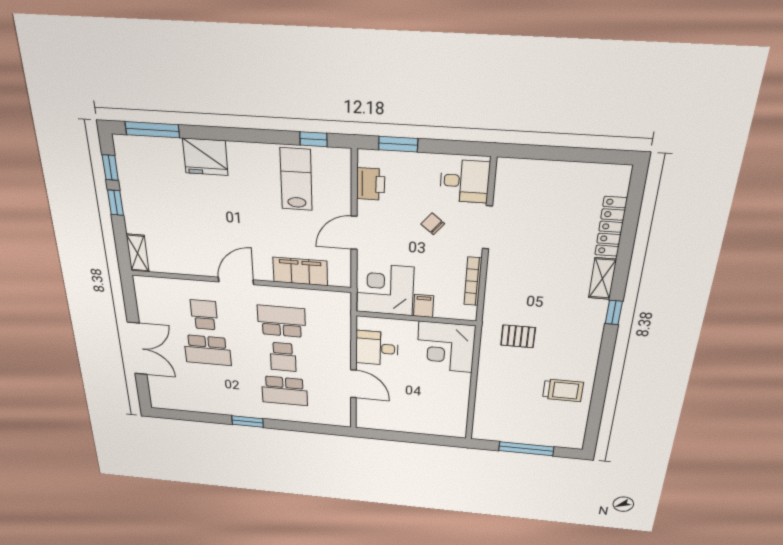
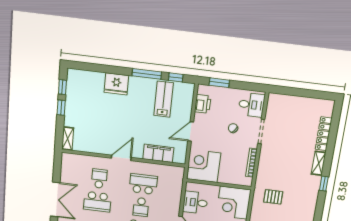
window: (152, 130) -> (147, 74), moved
filing cabinet: (424, 306) -> (224, 177), removed

